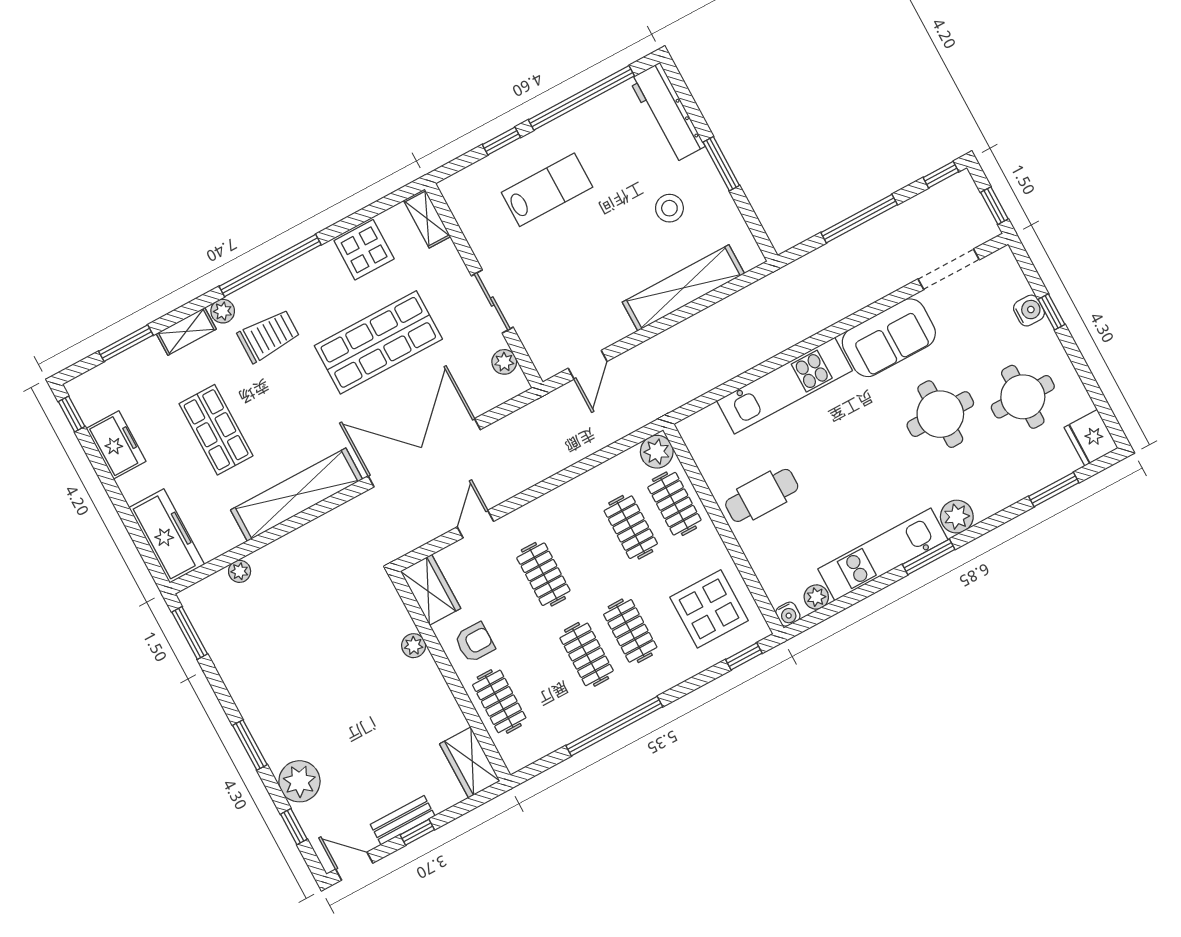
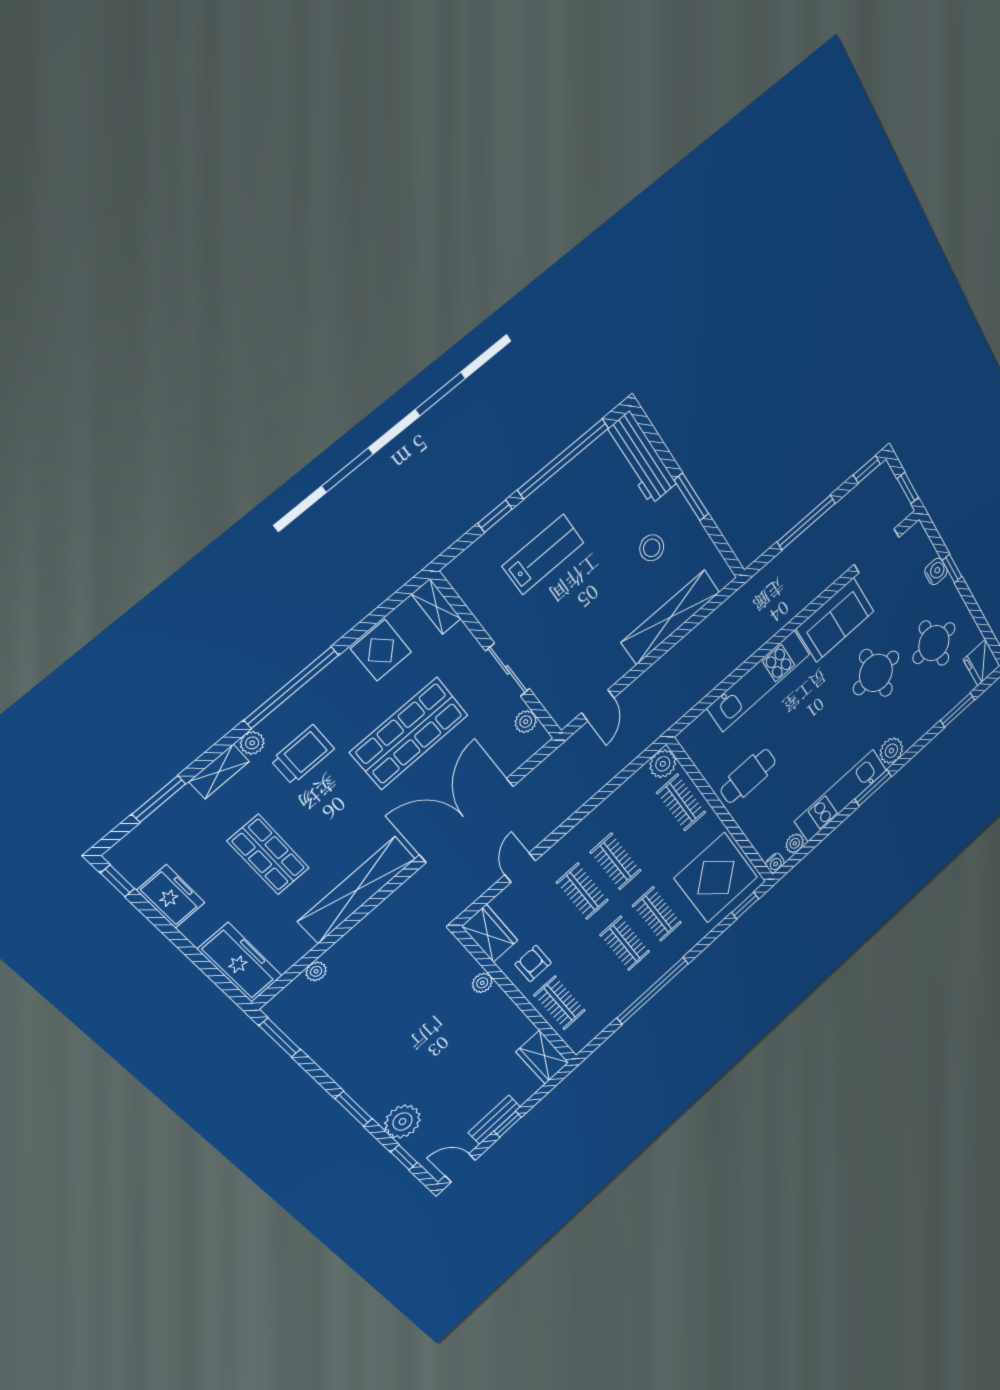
clothes rail: (631, 527) -> (616, 861), moved
display table: (709, 609) -> (716, 878), width x1.36, depth x1.36
armchair: (475, 642) -> (533, 964), turned -90

